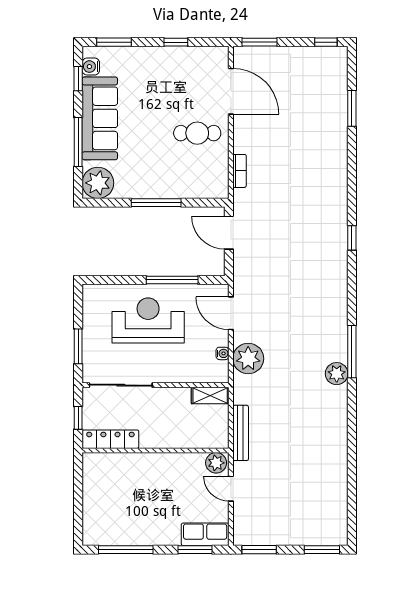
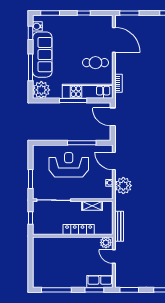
kitchen unit: (183, 186) -> (88, 91), added
shelving: (210, 395) -> (92, 206), moved
locker: (110, 439) -> (79, 230), moved

